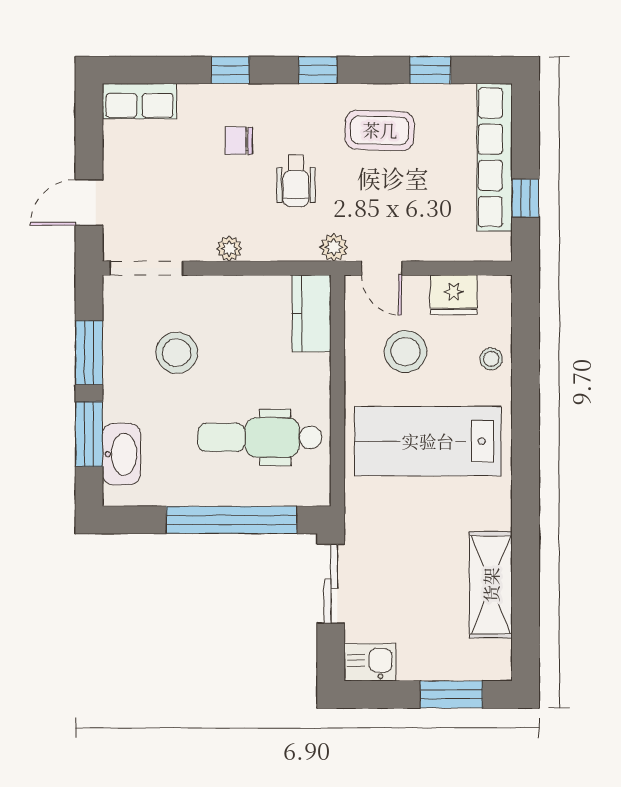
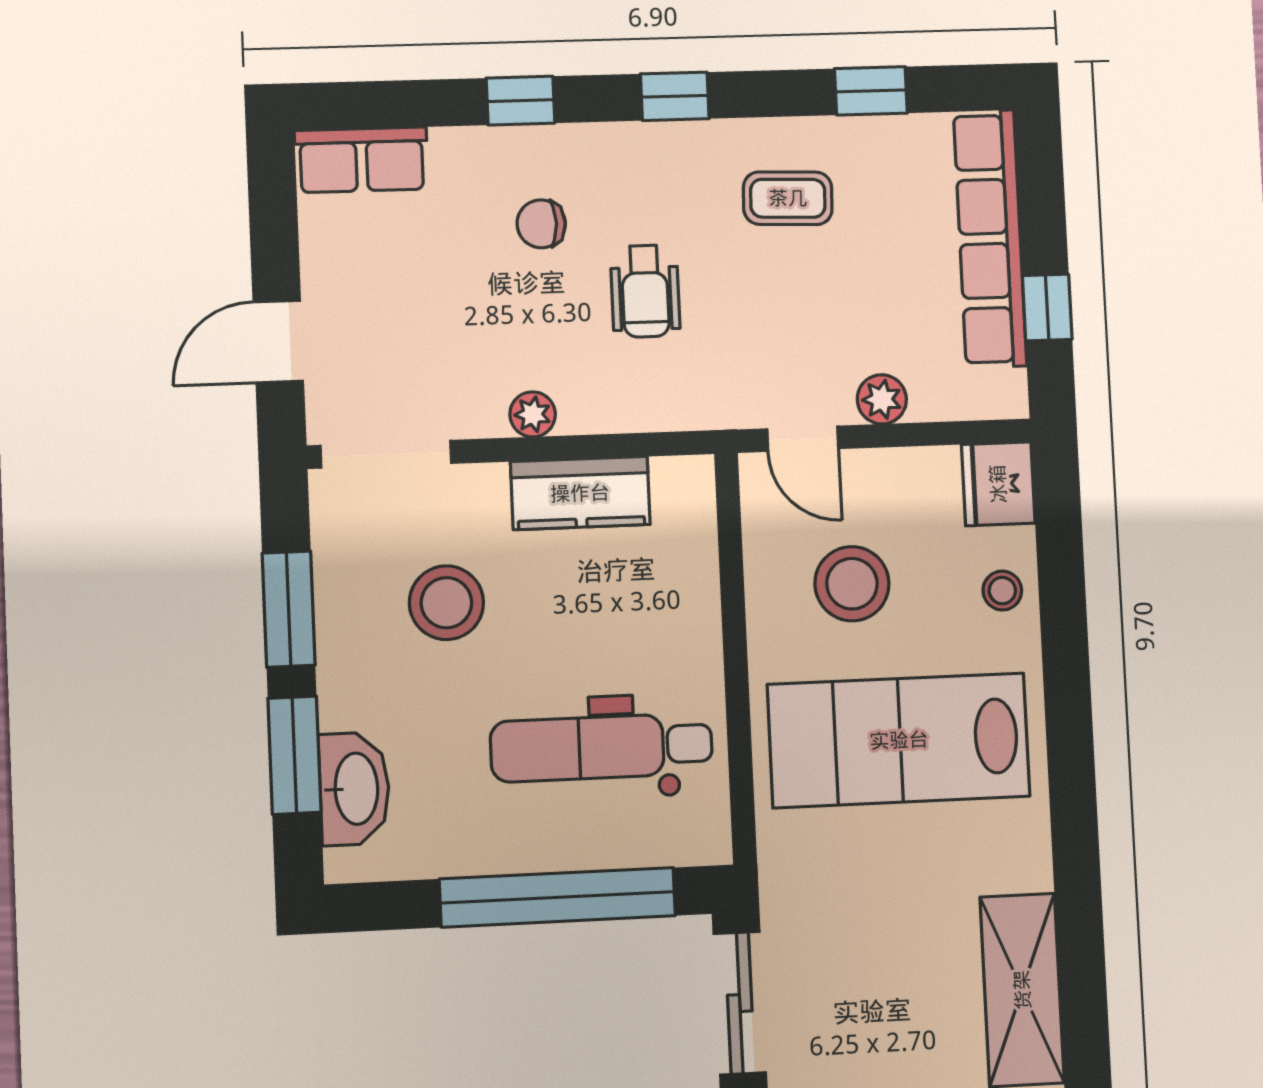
coffee table: (380, 130) -> (788, 198), width x0.73, depth x0.77
plant: (334, 247) -> (882, 399), moved
fridge: (454, 295) -> (998, 484), moved, turned 90
kitchen counter: (312, 313) -> (580, 493), moved, turned -90

